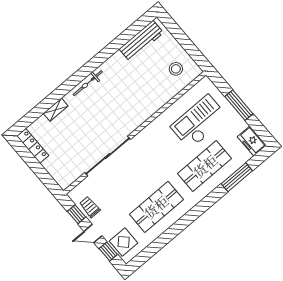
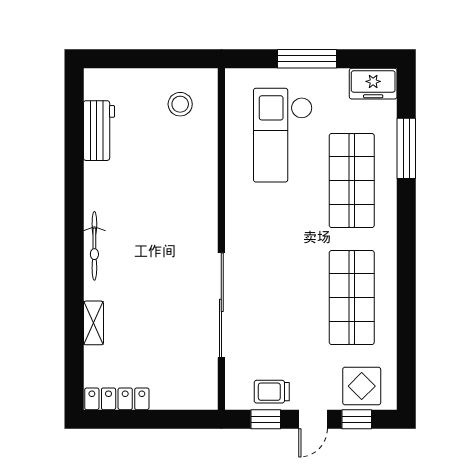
workbench: (141, 41) -> (99, 131), width x0.73

